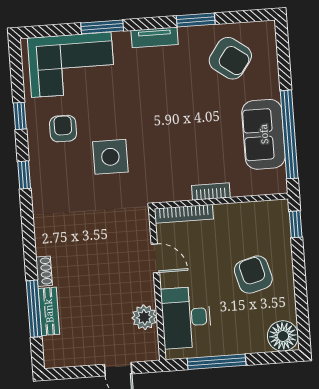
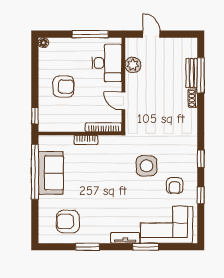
tv unit: (155, 37) -> (125, 238), moved
armchair: (230, 58) -> (68, 222), turned -36
armchair: (253, 275) -> (63, 87), turned -75
floor lamp: (283, 336) -> (43, 43), width x0.53, depth x0.53

